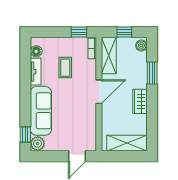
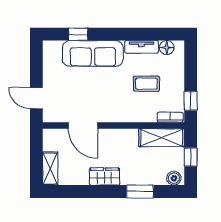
door: (99, 92) -> (83, 125), moved
window: (25, 134) -> (78, 34), moved
shelving: (127, 143) -> (50, 169), width x0.67, depth x0.75
plant: (38, 144) -> (52, 49), removed

